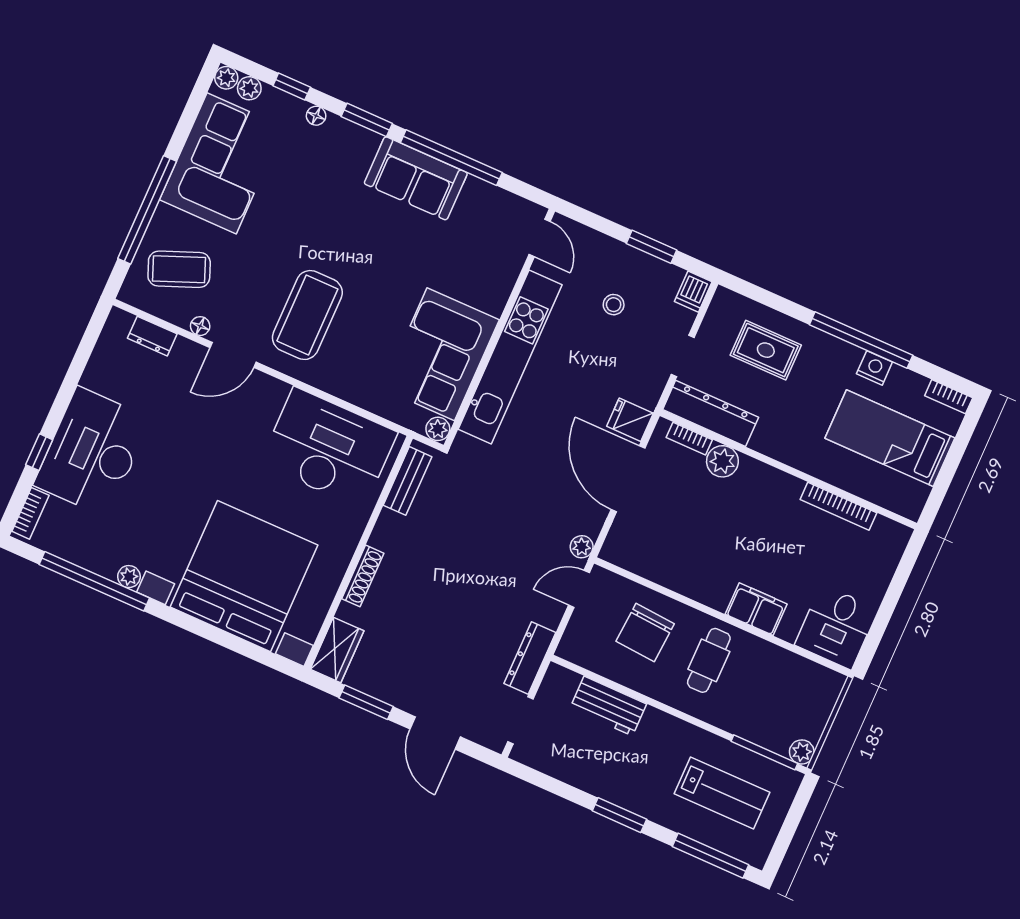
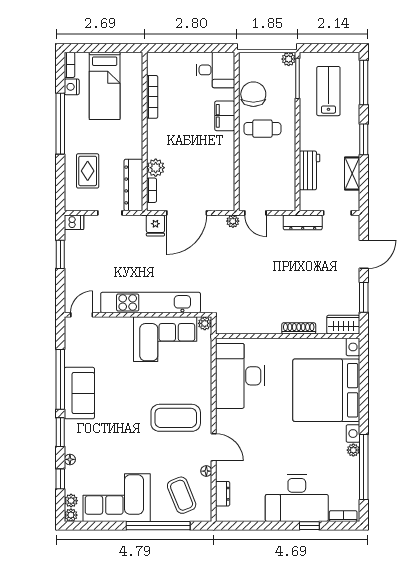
stool: (614, 305) -> (99, 261), removed
nightstand: (874, 368) -> (72, 87), moved
bench: (408, 481) -> (239, 327), removed
chair: (645, 633) -> (253, 94), moved, turned -94
shelving: (573, 772) -> (352, 174), added

